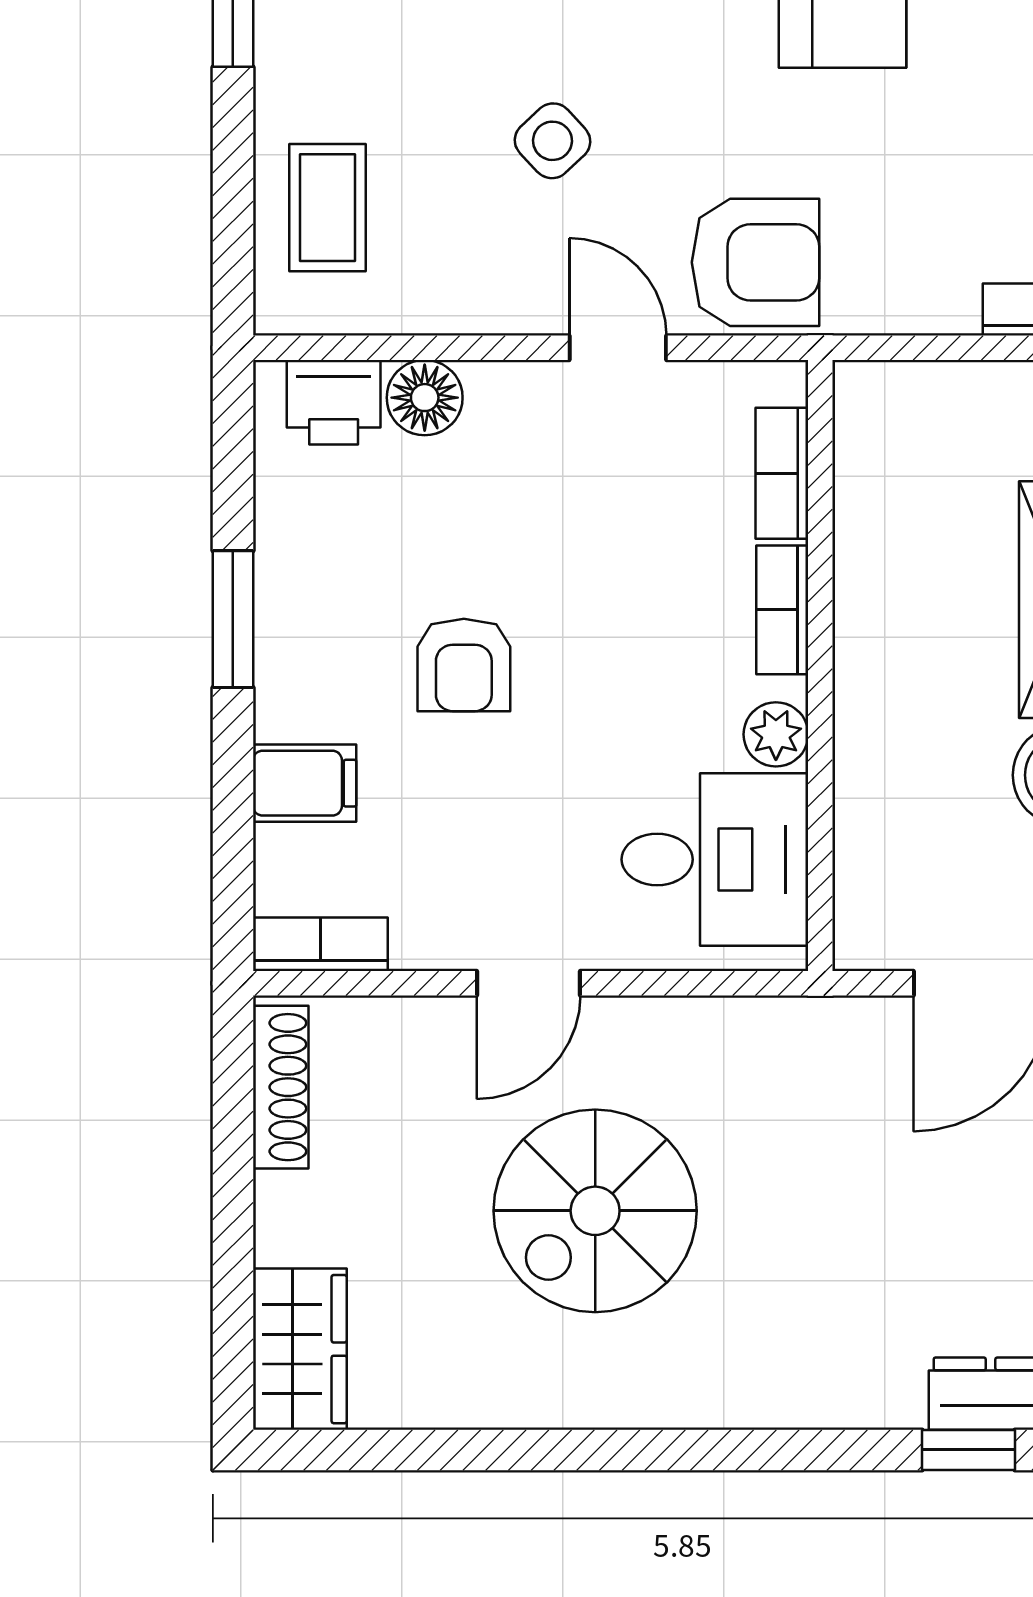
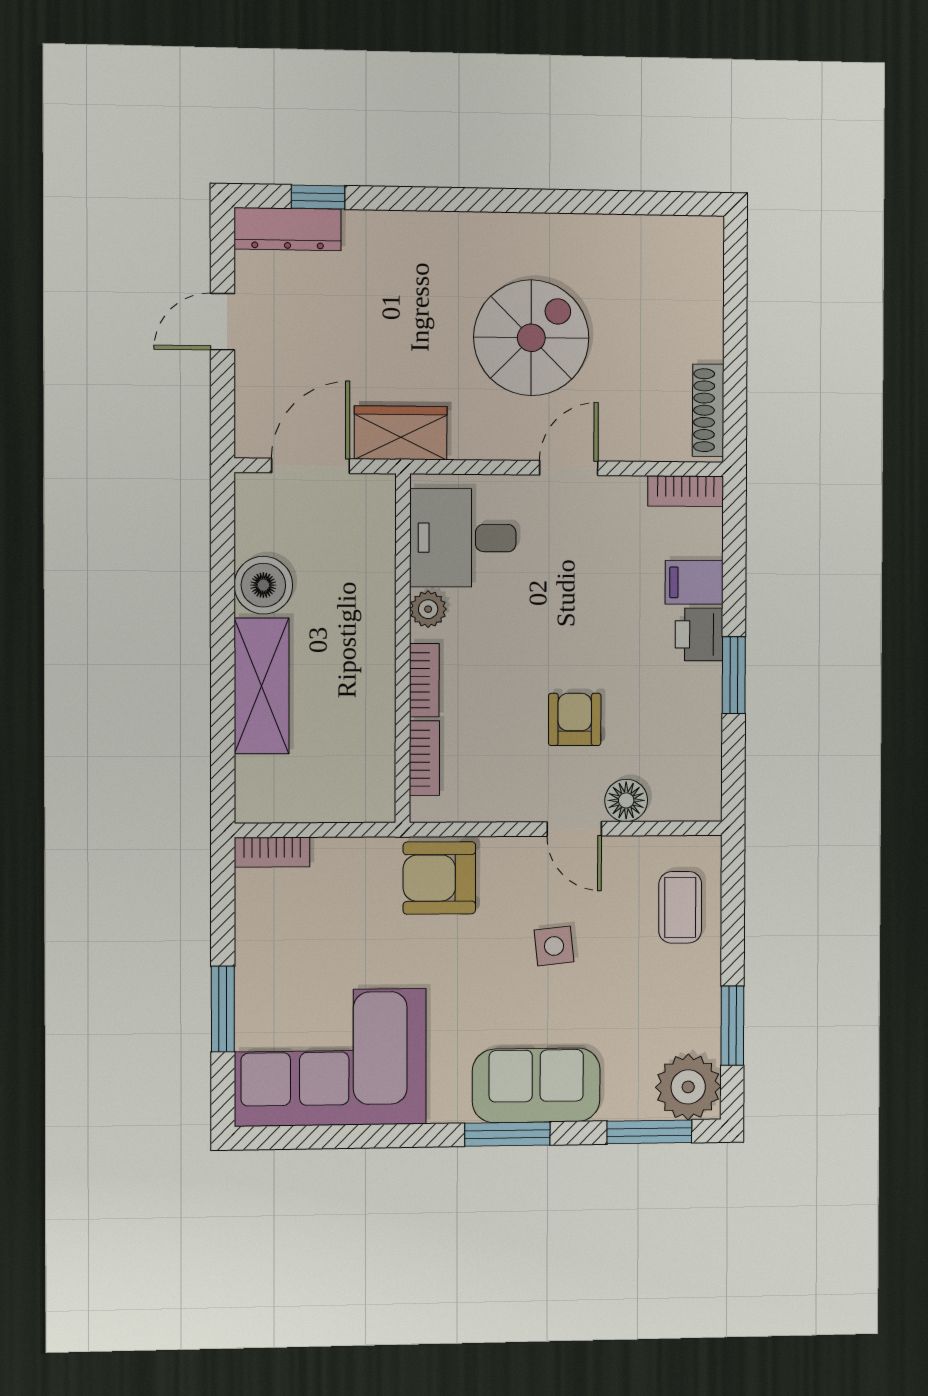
side table: (553, 141) -> (554, 946), turned 37
door: (618, 348) -> (574, 829), moved
printer: (334, 402) -> (699, 634), moved, turned -90
armchair: (464, 665) -> (575, 719), moved
wardrobe: (300, 1349) -> (401, 433), moved, turned 90

